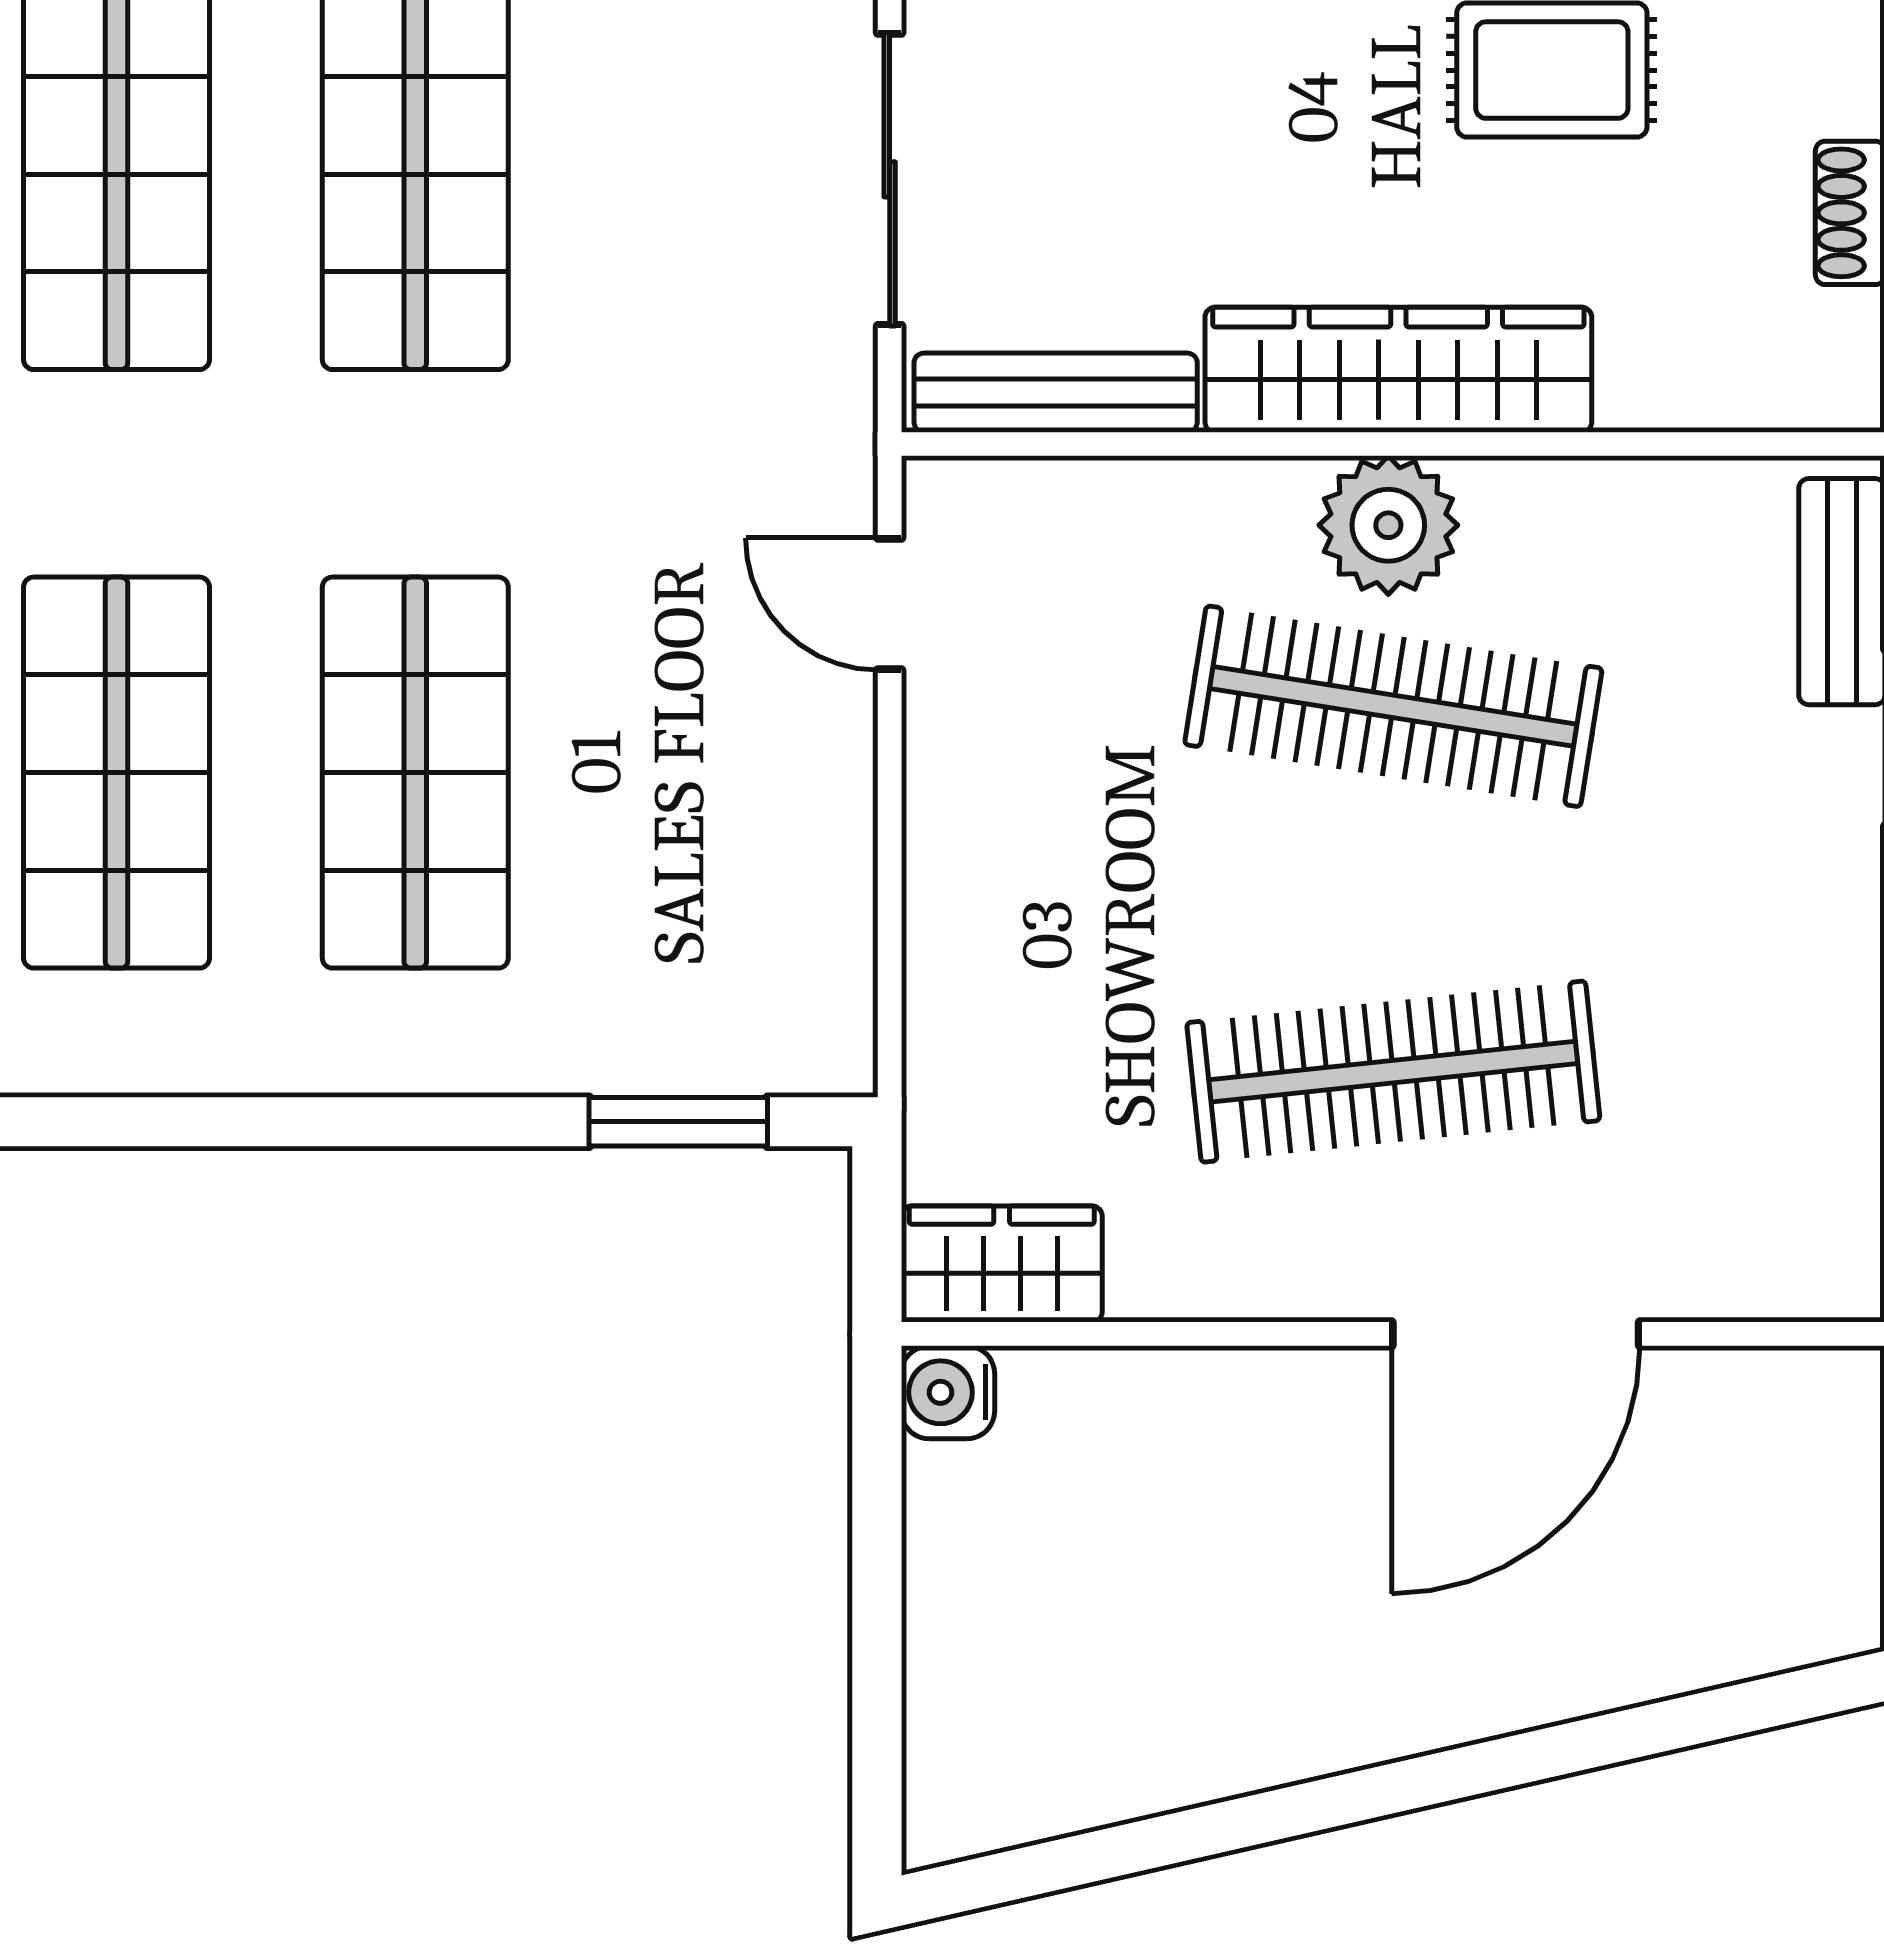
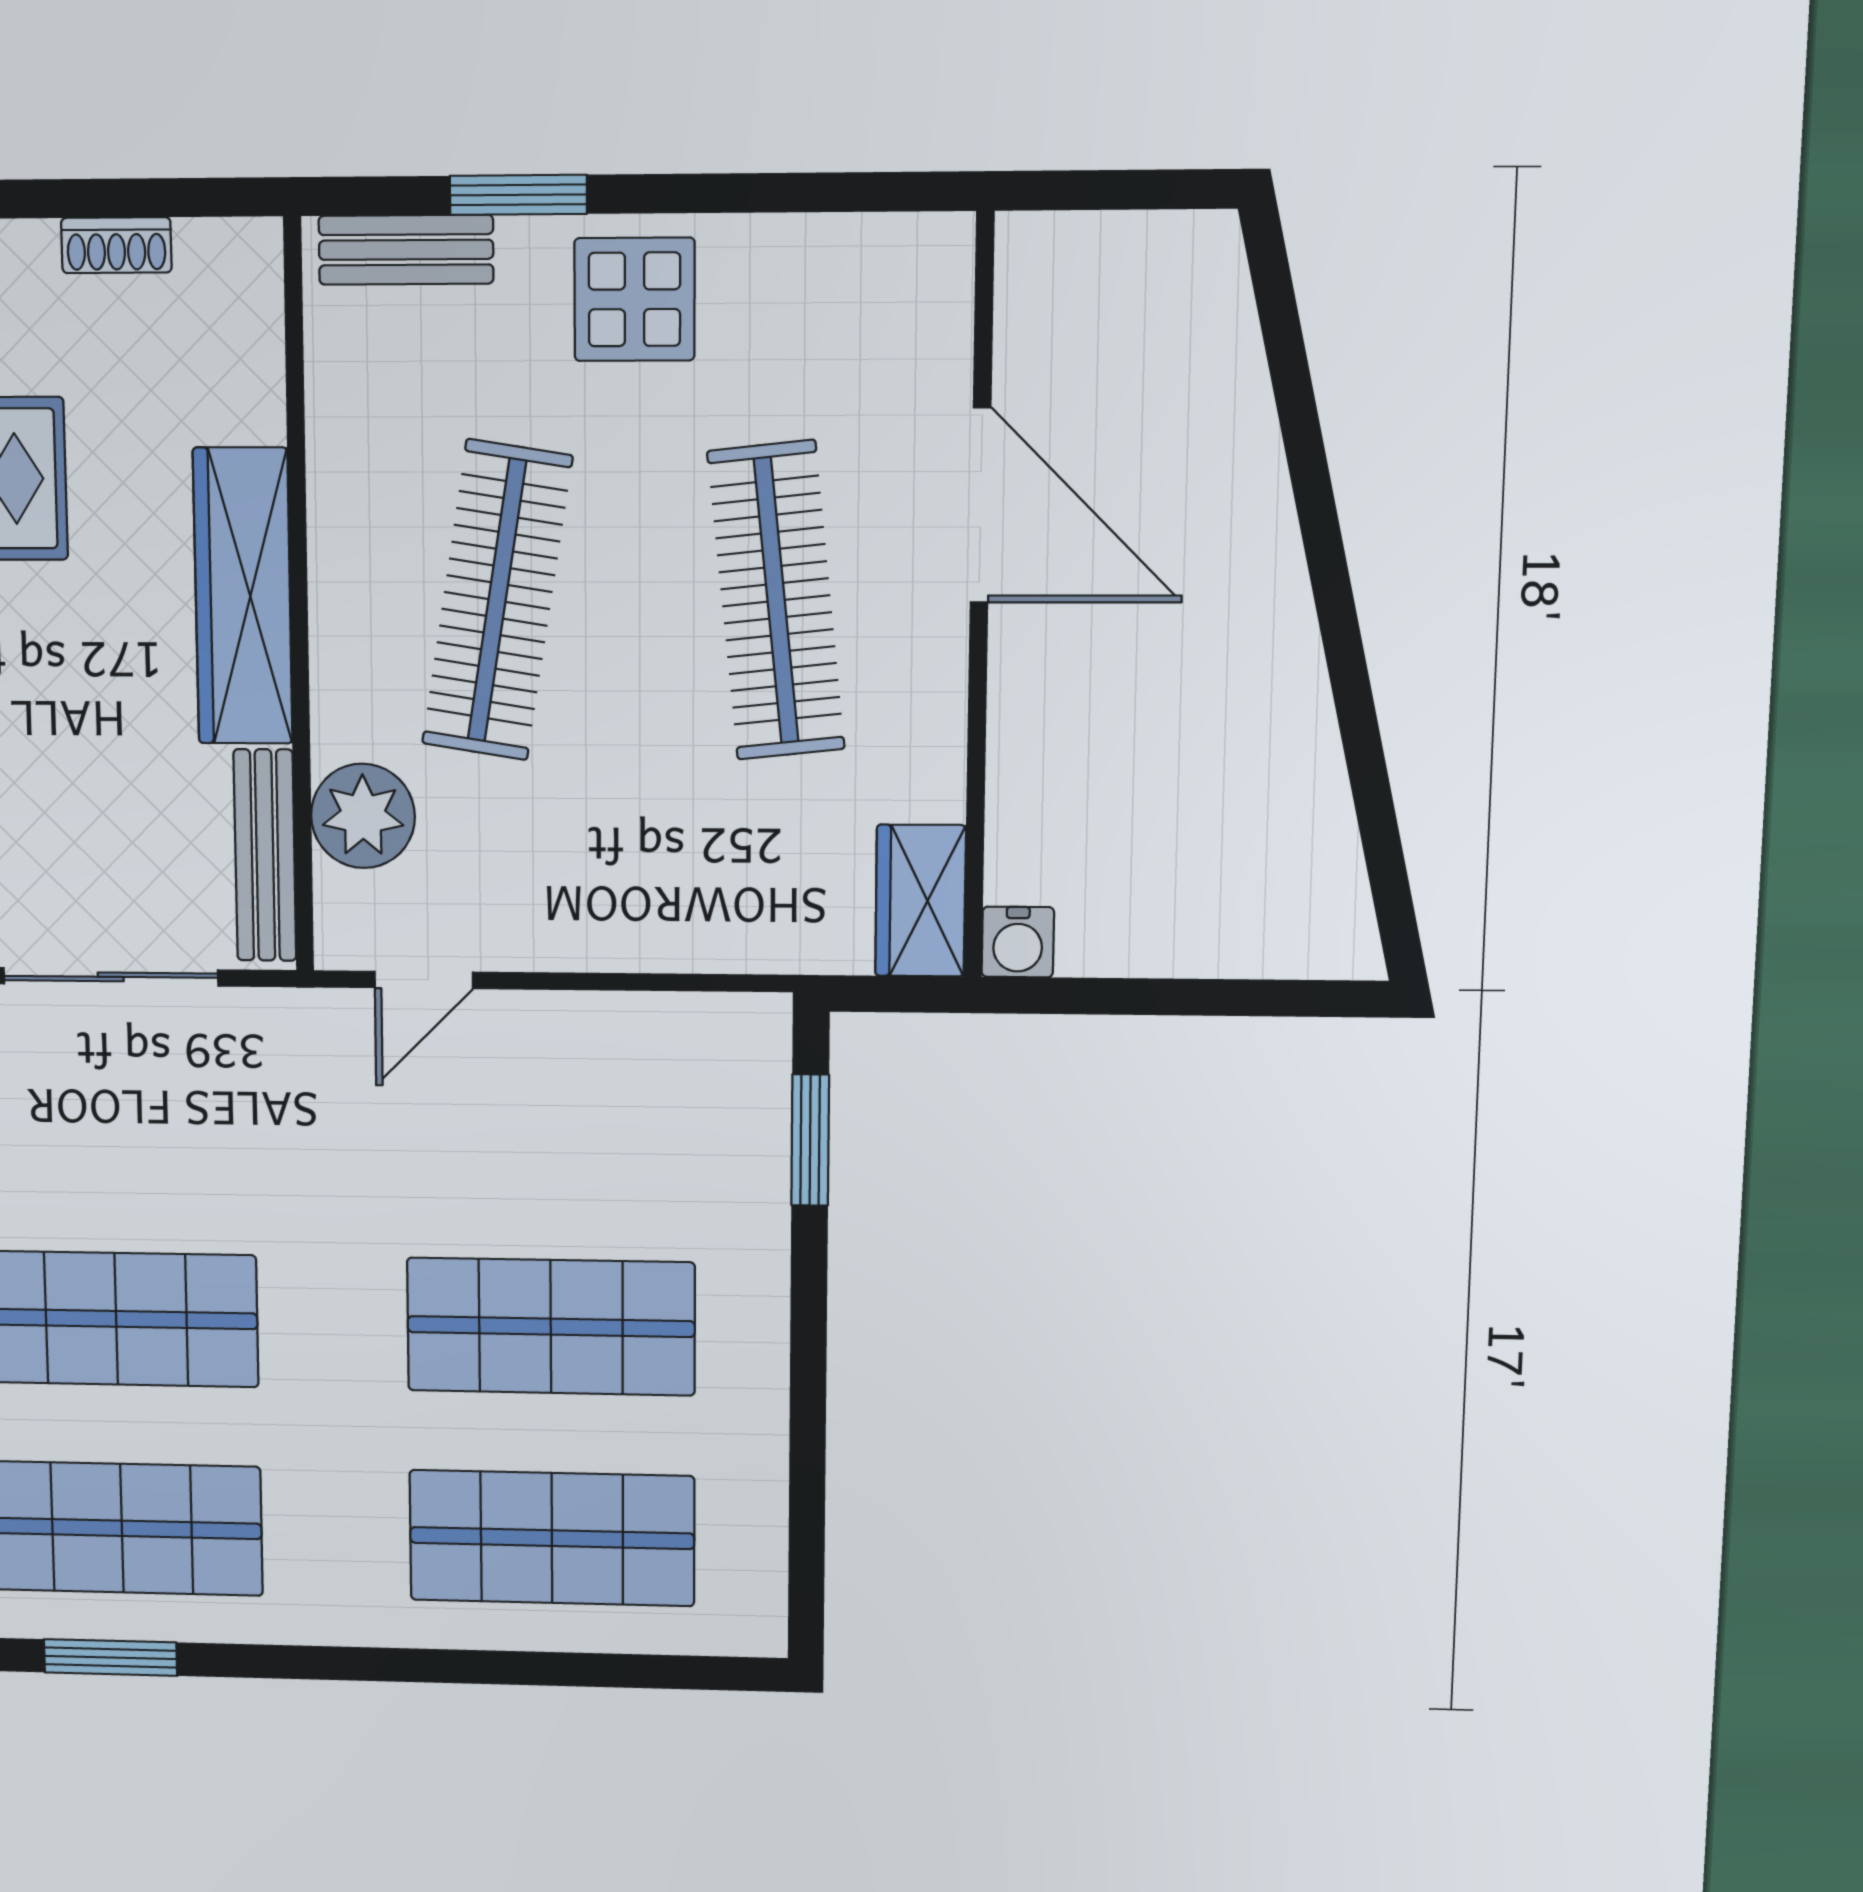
plant: (1388, 525) -> (363, 816), moved
display table: (1778, 887) -> (634, 299), added

